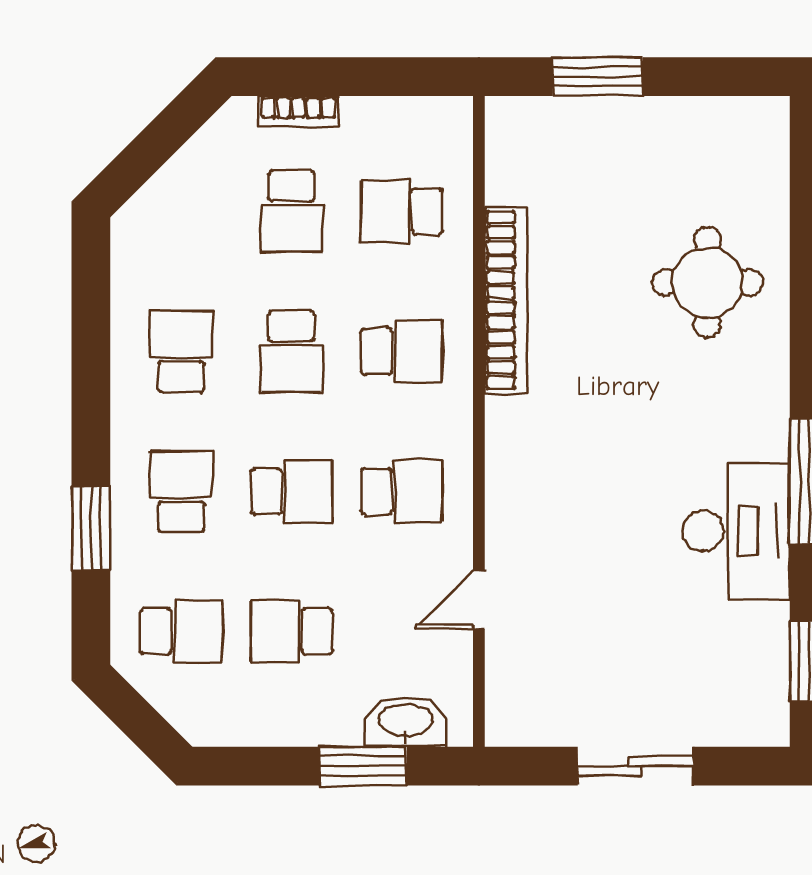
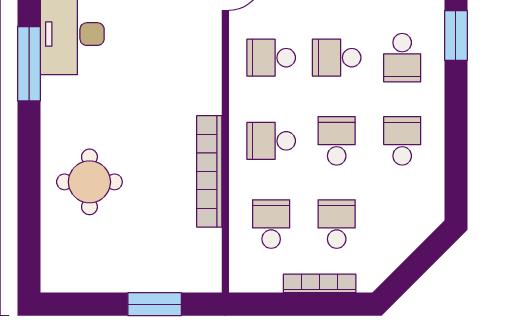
bookcase: (298, 111) -> (320, 283), width x1.56
school desk: (402, 211) -> (271, 224), turned -90
school desk: (181, 351) -> (402, 141), turned 180

